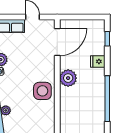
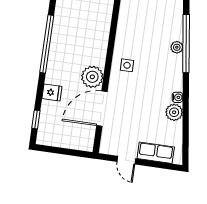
door: (57, 42) -> (102, 109), moved
side table: (42, 91) -> (127, 65), width x0.54, depth x0.54

